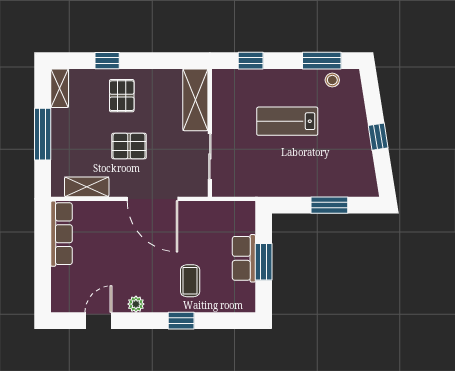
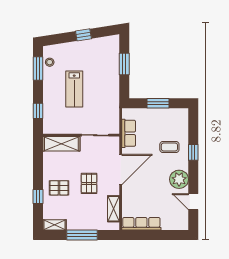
row of seats: (244, 258) -> (129, 133), moved, turned -90
plant: (136, 304) -> (179, 179), width x1.88, depth x1.88

